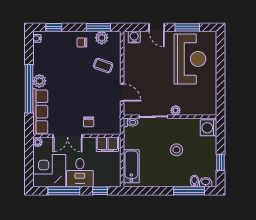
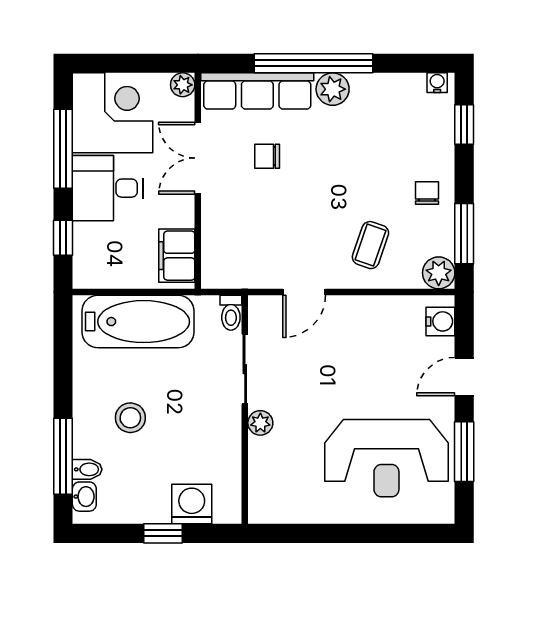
plant: (102, 38) -> (439, 273), moved
chair: (89, 122) -> (267, 156), moved
washing machine: (209, 128) -> (192, 504), moved
stool: (176, 150) -> (130, 418), moved
window: (221, 162) -> (163, 533), moved
bathtub: (131, 166) -> (138, 322), width x1.36, depth x1.36

